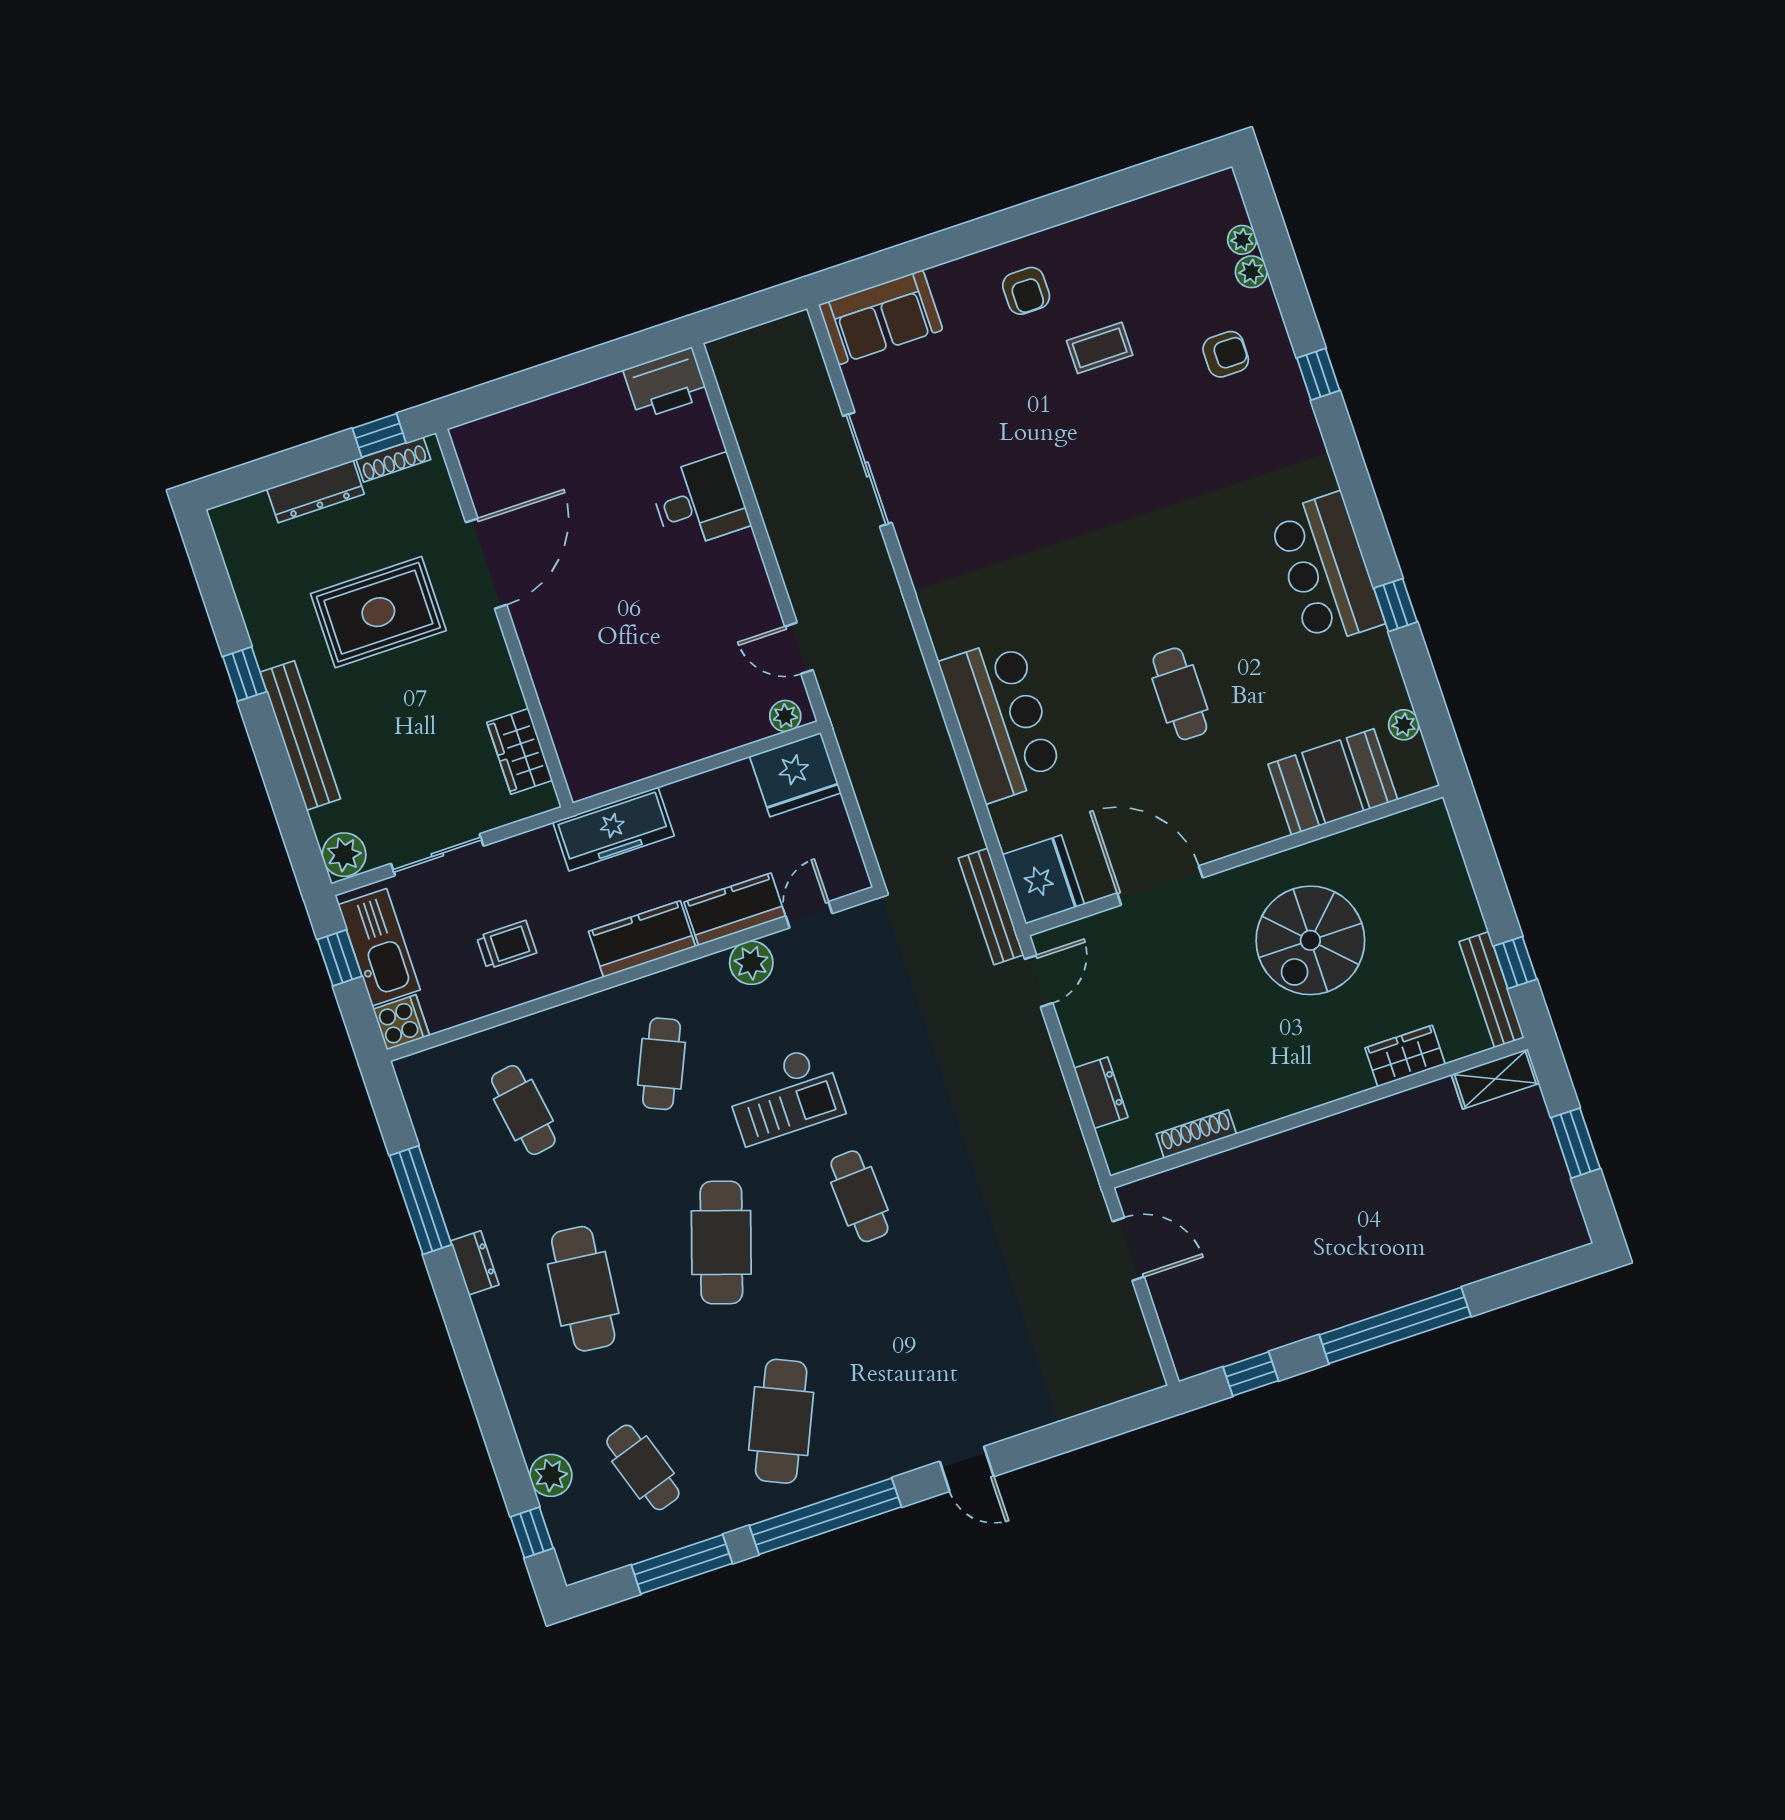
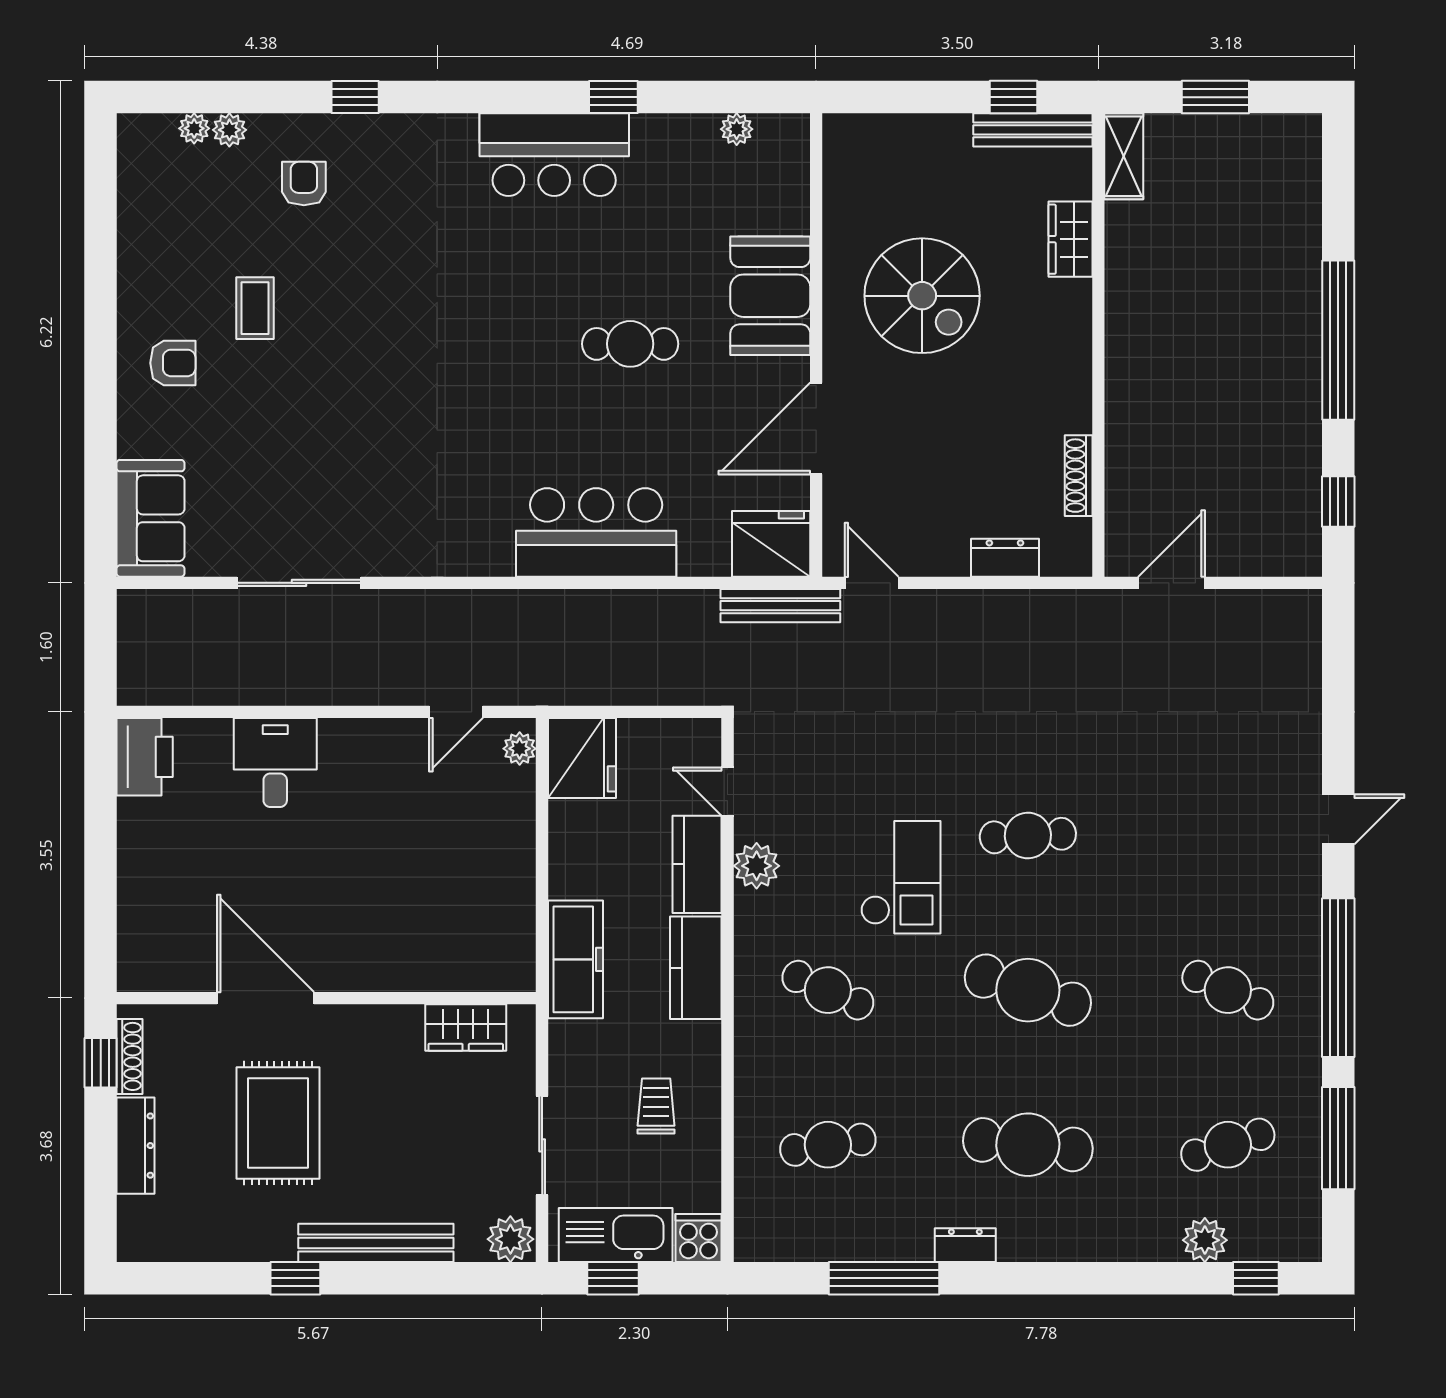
booth: (1333, 782) -> (770, 296), moved
cafe table: (781, 1421) -> (1228, 990), width x0.73, depth x0.74

